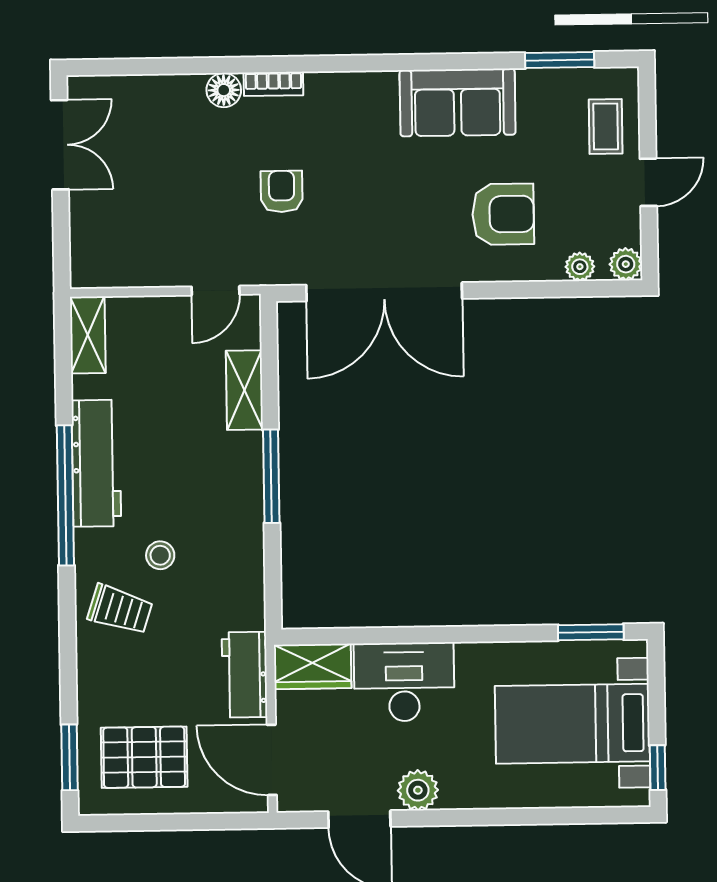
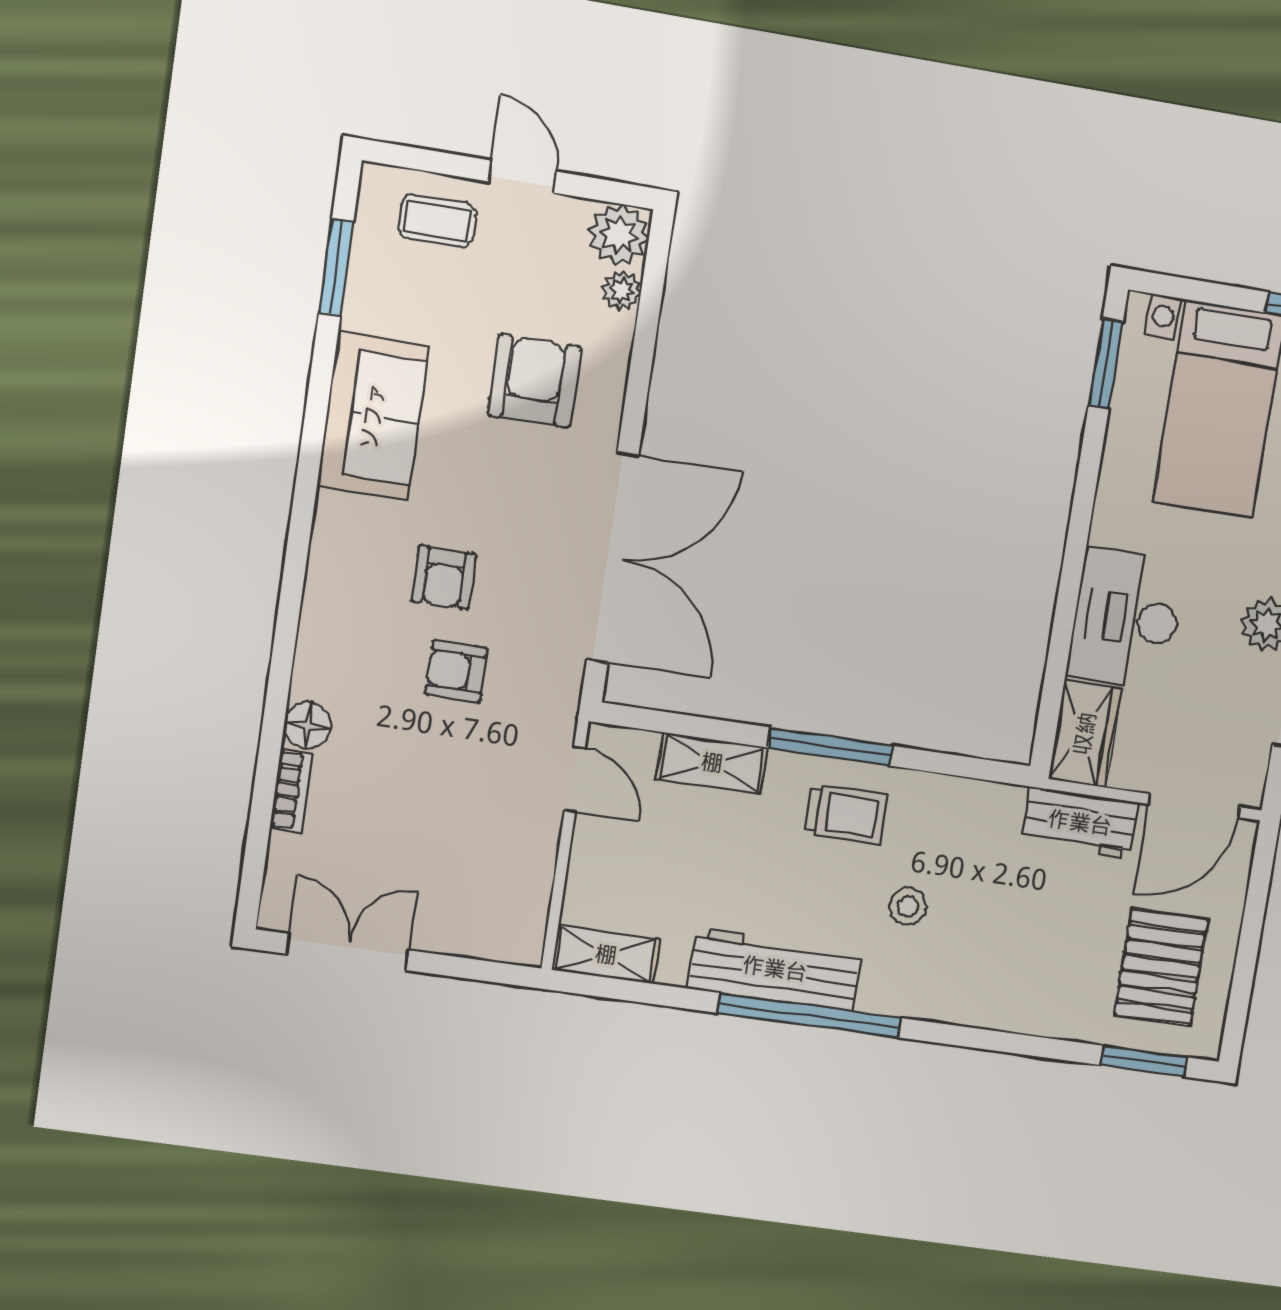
bookcase: (273, 84) -> (291, 790), moved
armchair: (349, 172) -> (444, 577), added
plant: (626, 264) -> (619, 235), width x1.38, depth x1.38
trolley: (120, 609) -> (846, 815), moved, turned 72

